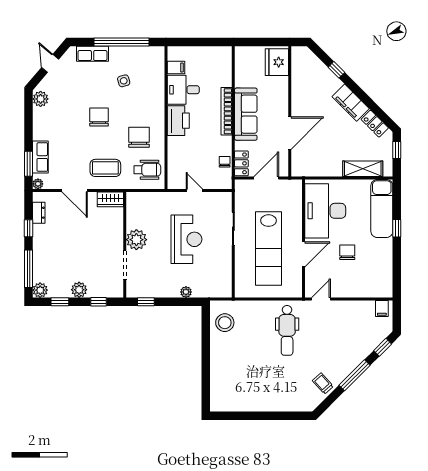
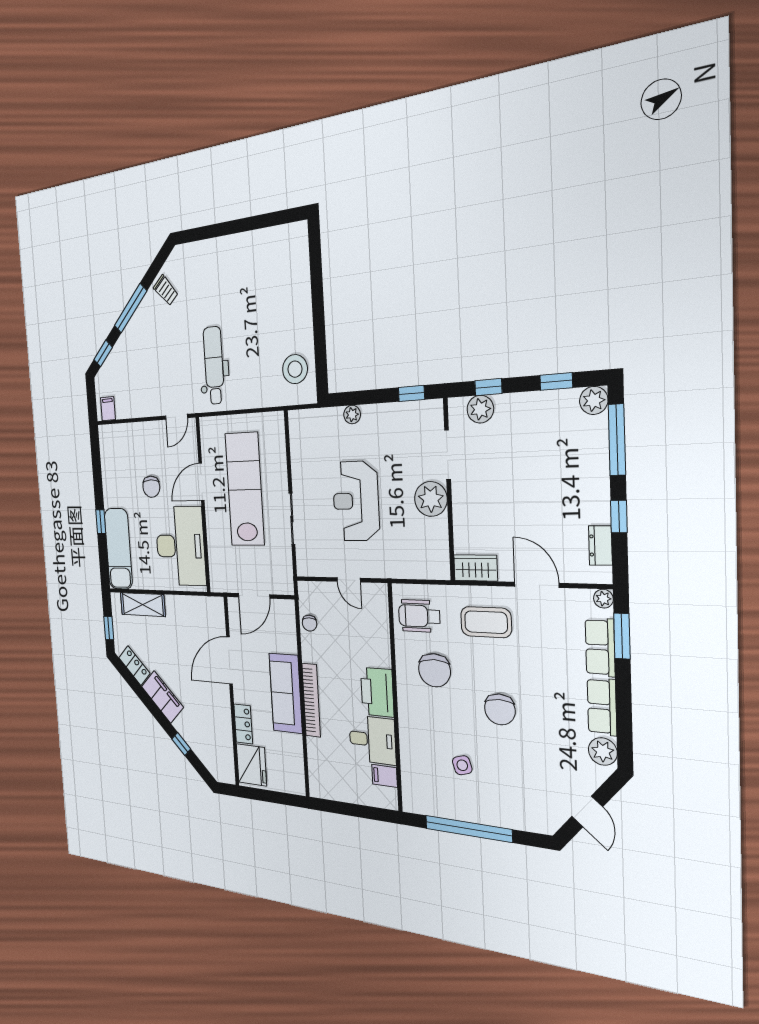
row of seats: (93, 54) -> (602, 707), moved, turned -90
locker: (241, 163) -> (243, 724), moved, turned 180
plant: (79, 290) -> (480, 409), moved

